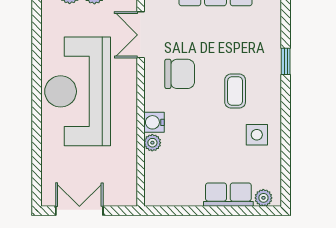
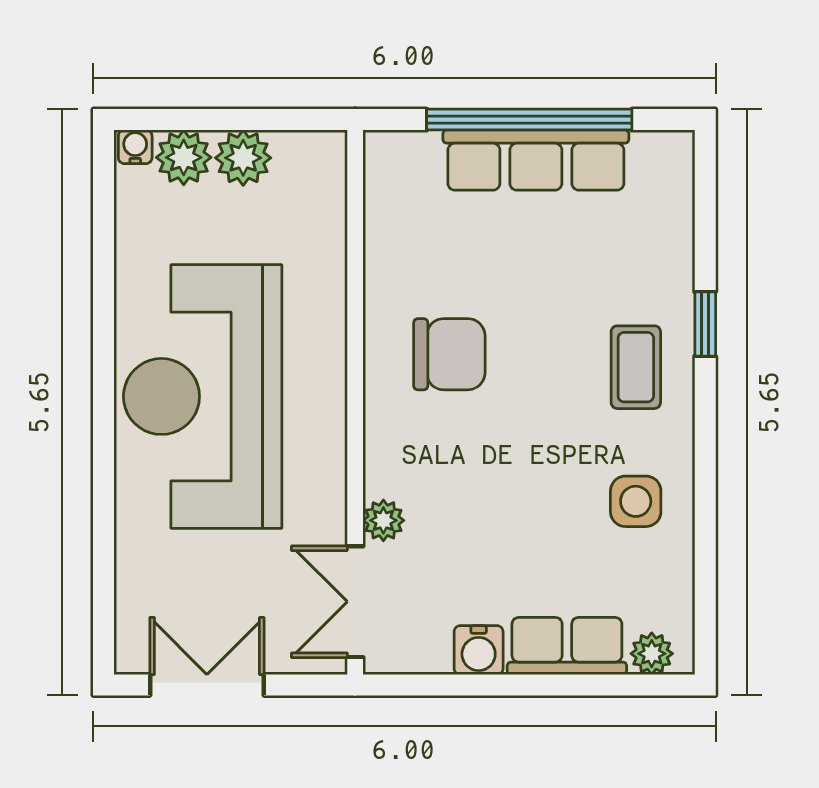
double door: (141, 35) -> (355, 602), moved
coffee table: (235, 91) -> (636, 367), moved
water cooler: (154, 122) -> (479, 650), moved, turned -90

